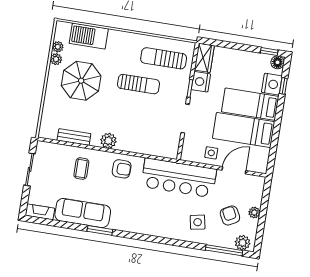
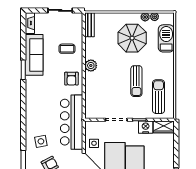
bench: (74, 137) -> (89, 25), moved

